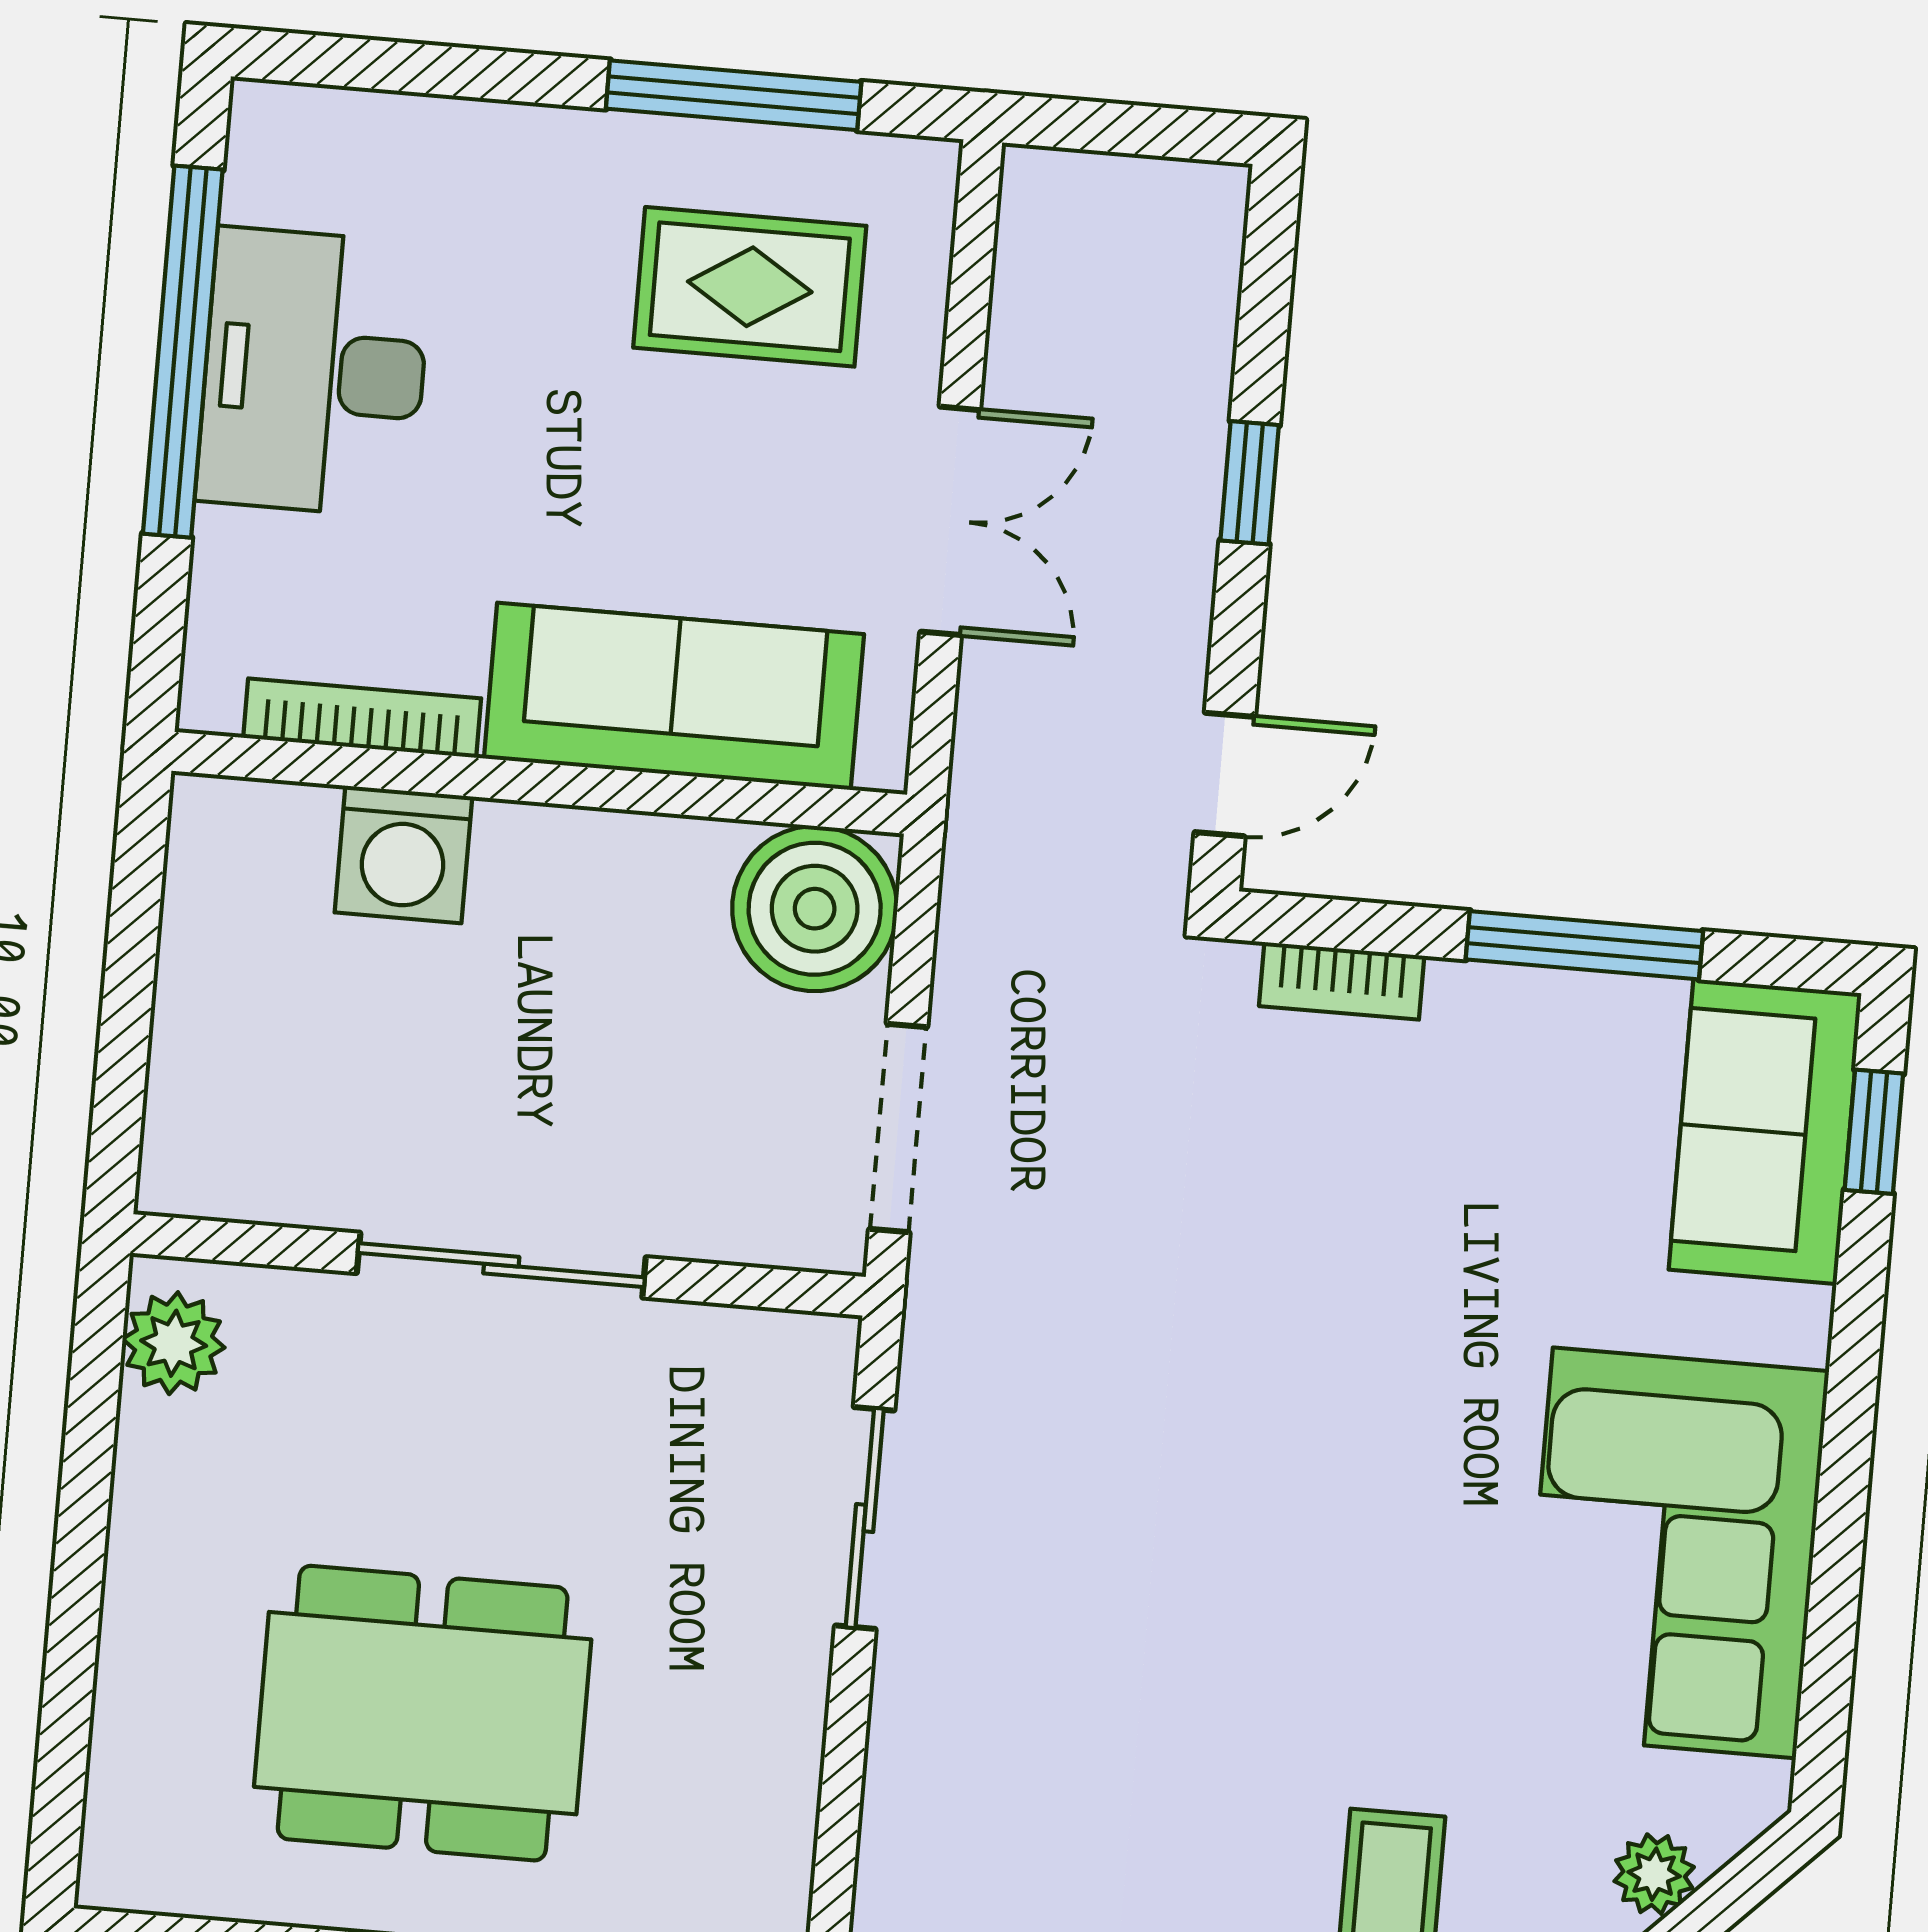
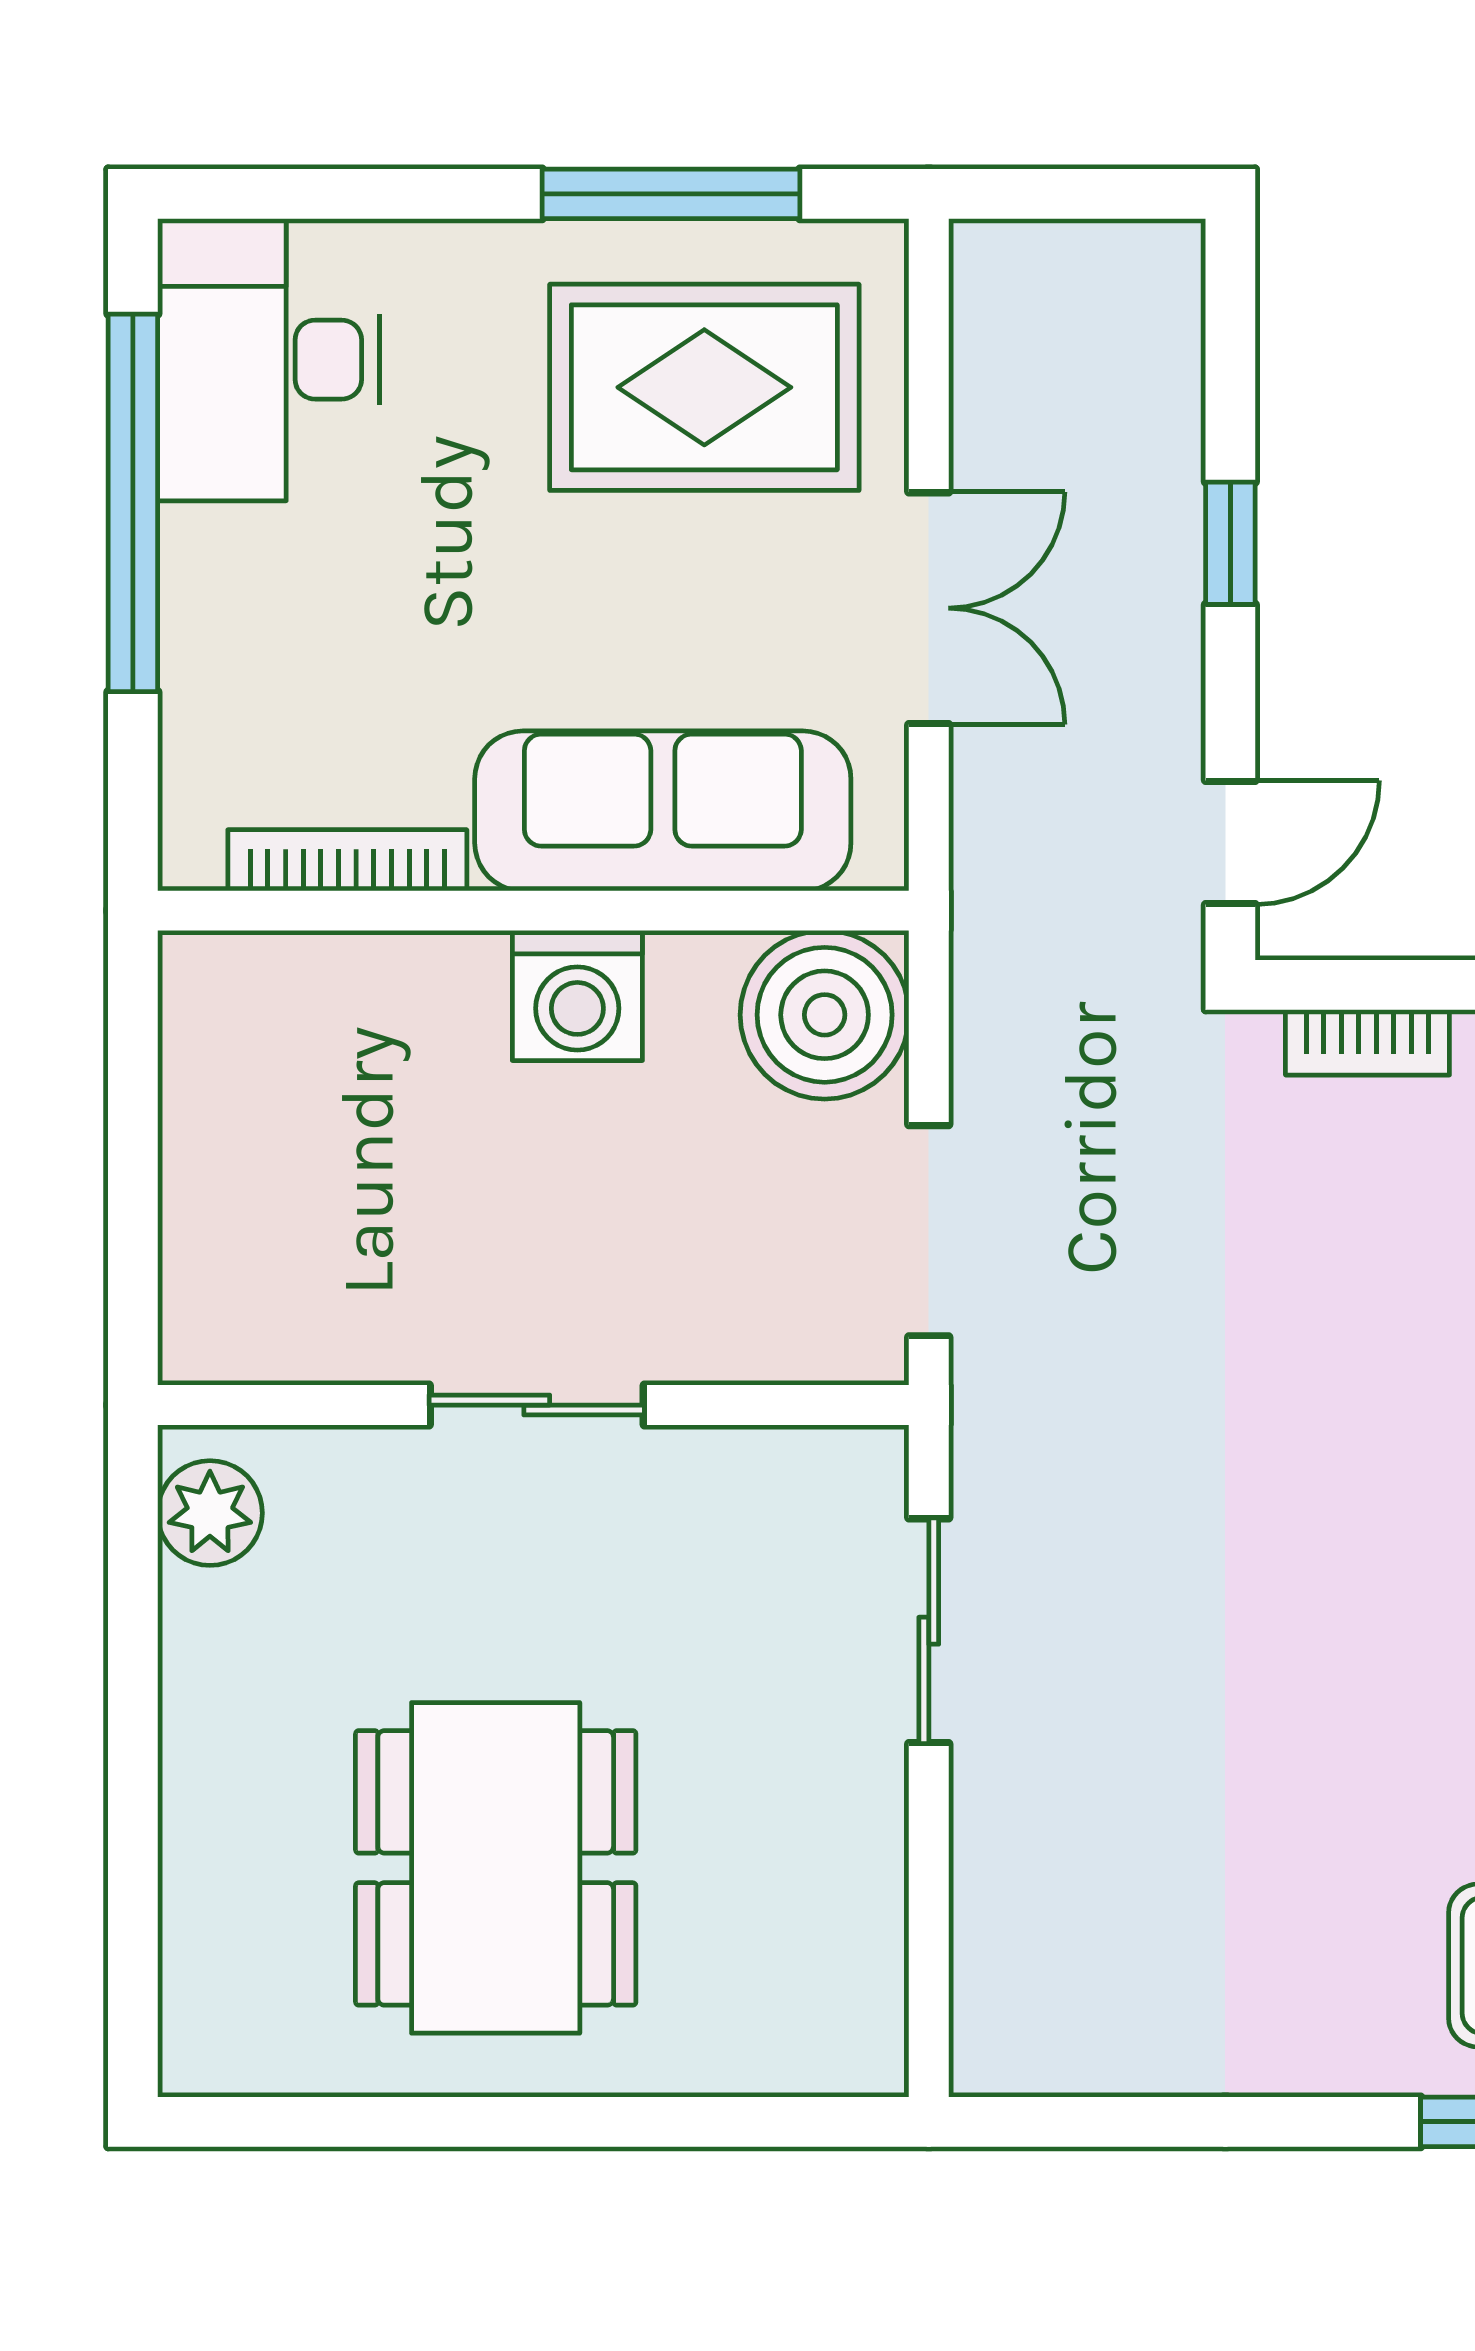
rug: (750, 287) -> (704, 387), width x1.36, depth x1.43
desk: (314, 372) -> (268, 360), moved
washing machine: (403, 854) -> (577, 995), moved
sliding door: (501, 1265) -> (537, 1405), width x0.73
dining table: (423, 1713) -> (496, 1868), turned 90

